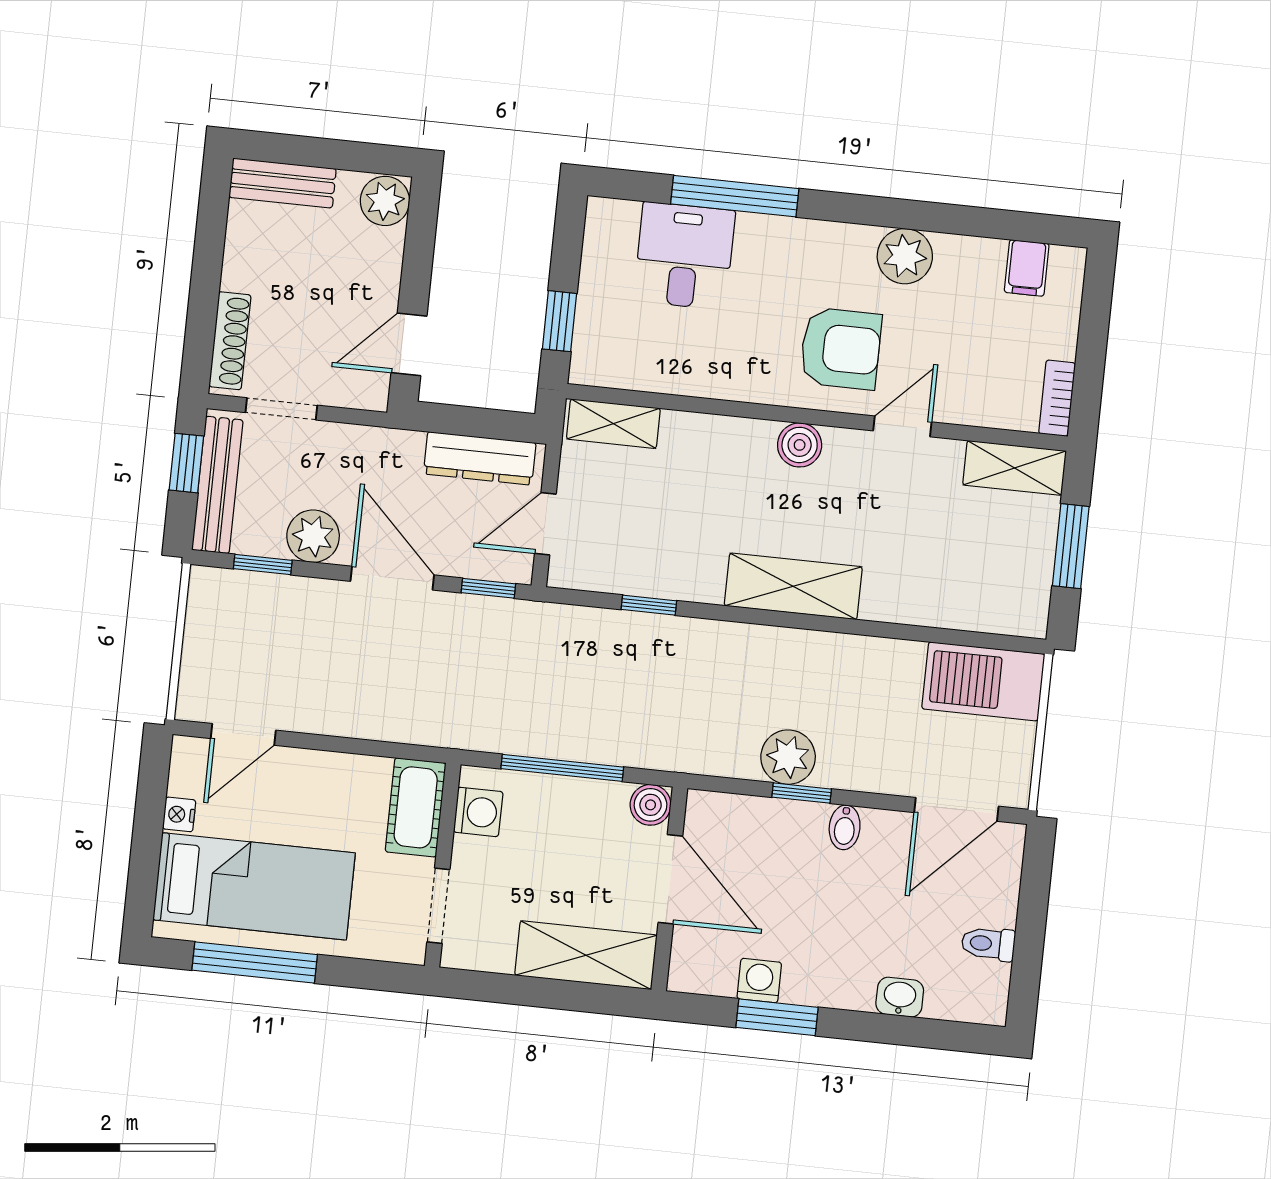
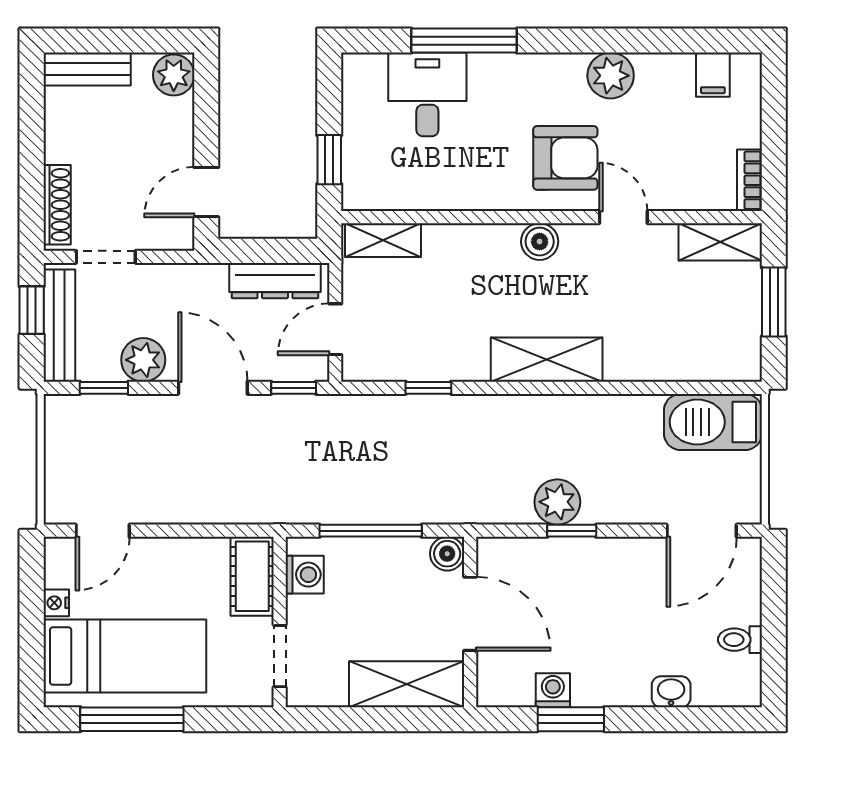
door: (902, 426) -> (623, 217), hinge flipped
bidet: (845, 827) -> (610, 555), removed

